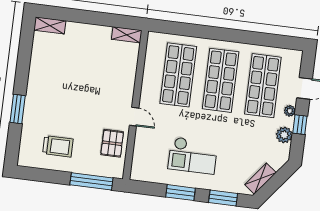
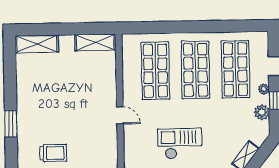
shelving: (50, 25) -> (37, 44), width x1.50, depth x1.33
shelving: (127, 35) -> (95, 42), width x1.50, depth x1.33
pallet: (112, 143) -> (103, 143), removed
checkout: (193, 156) -> (180, 144), turned 180

